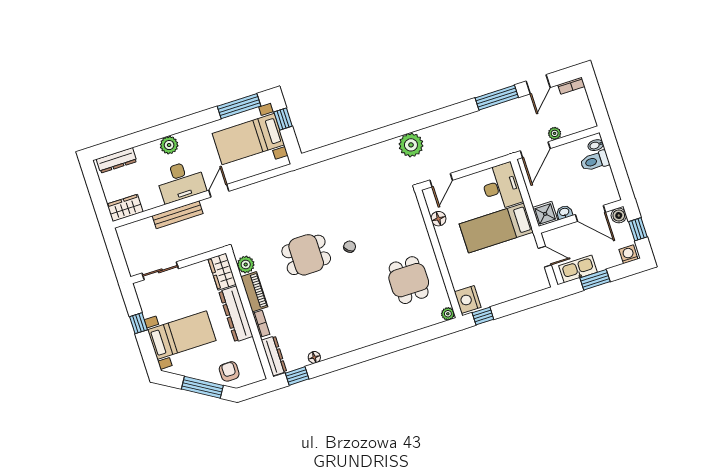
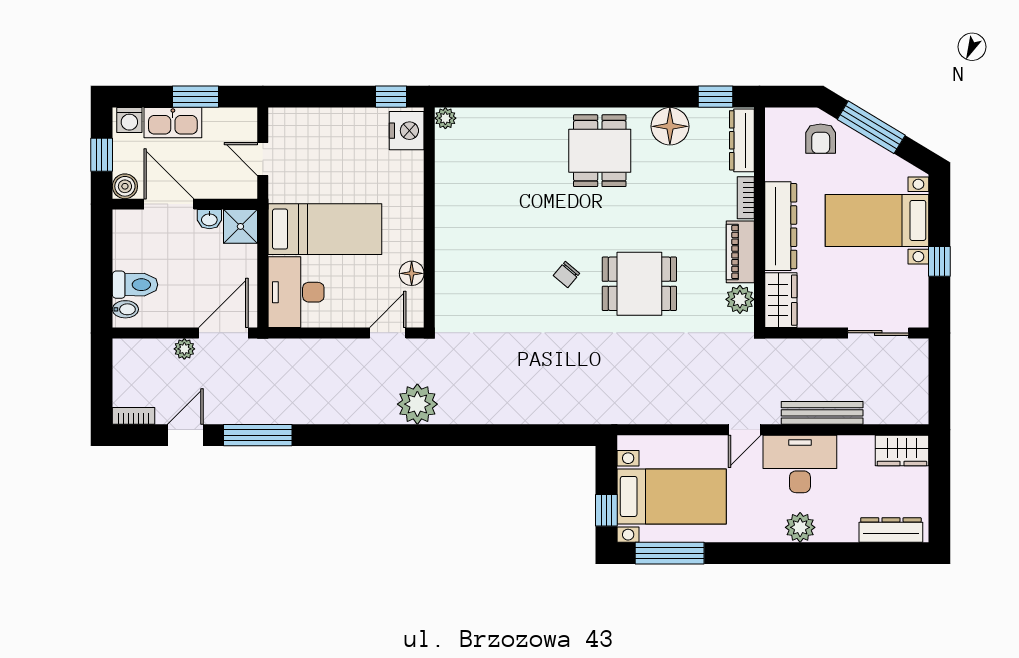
kitchen sink: (578, 269) -> (173, 123), moved
dining table: (409, 280) -> (600, 151), moved
floor lamp: (314, 357) -> (670, 126), width x1.89, depth x1.89

